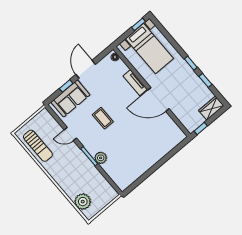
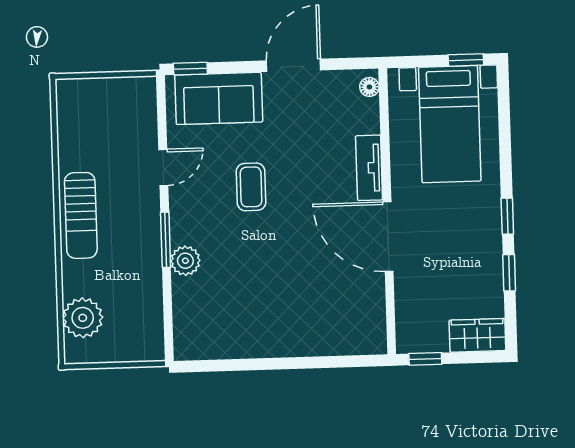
window: (66, 86) -> (190, 69), moved
door: (70, 134) -> (163, 167), swing flipped
sun lounger: (38, 146) -> (81, 215), moved

